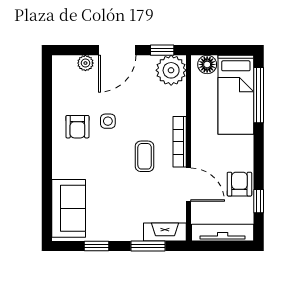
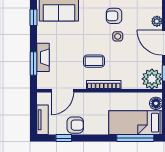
door: (189, 185) -> (62, 91), moved
fireplace: (165, 232) -> (43, 57), moved
tv unit: (223, 233) -> (43, 120), width x0.71
window: (96, 246) -> (34, 17), moved

